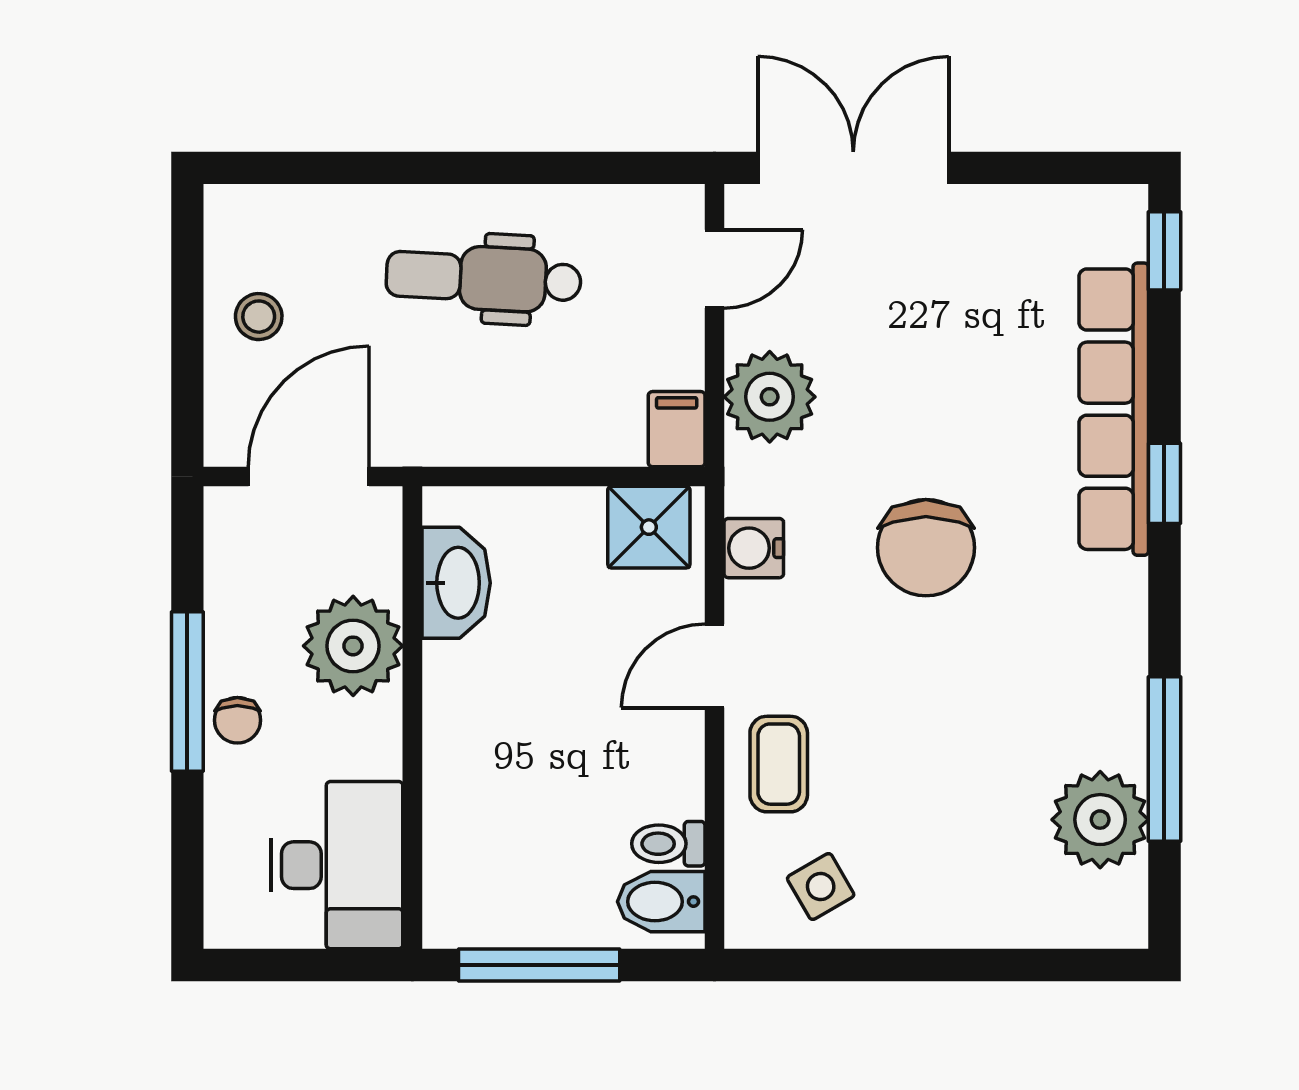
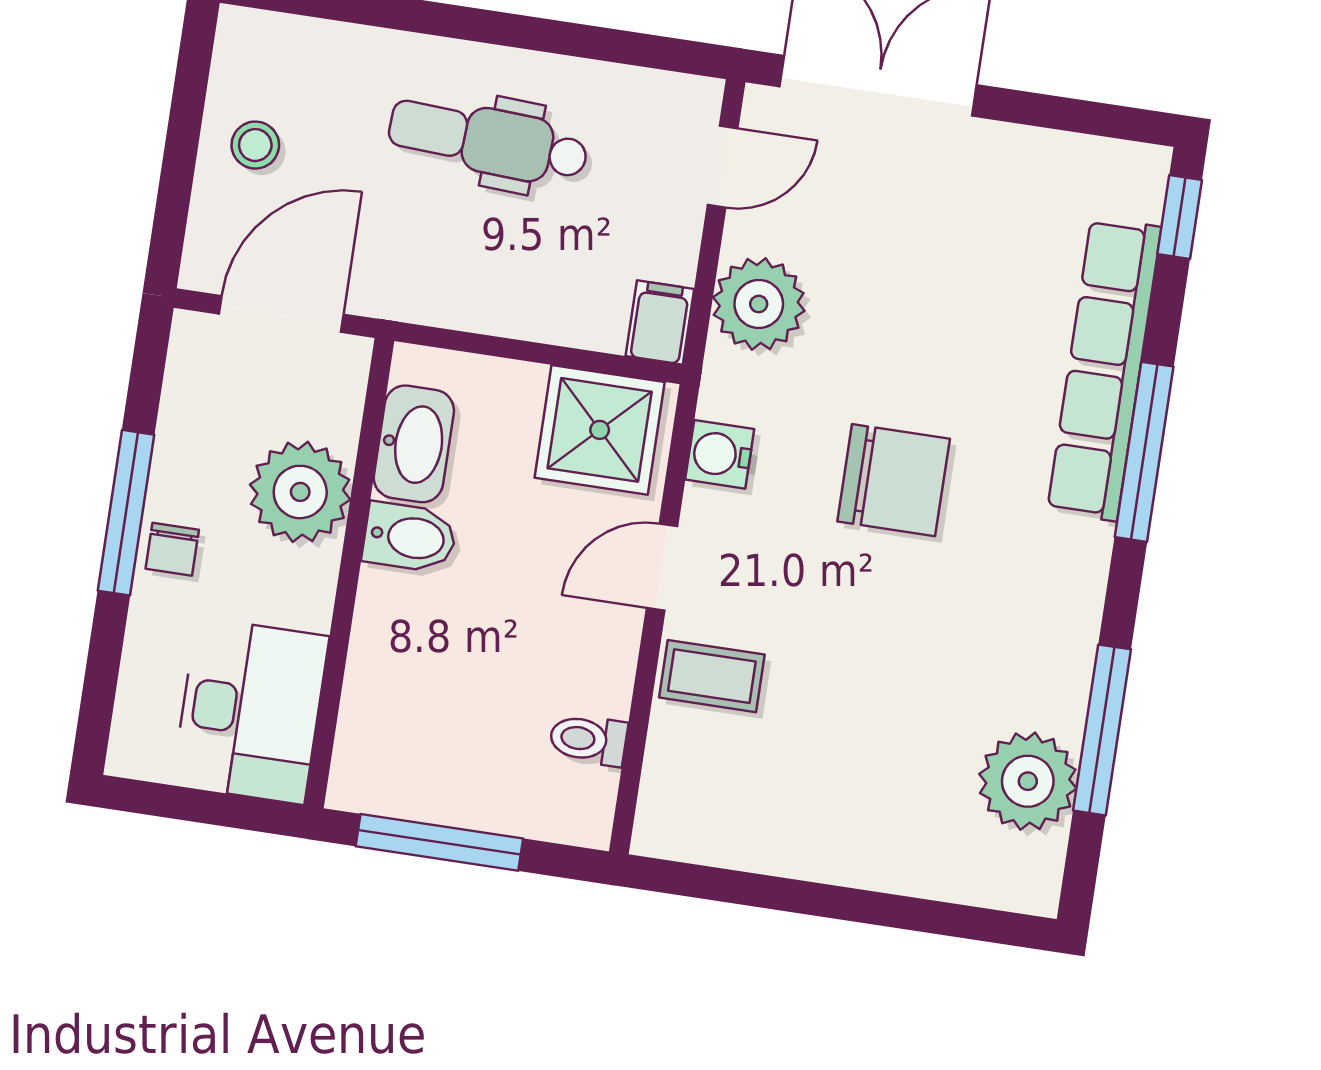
window: (1164, 483) -> (1144, 452), width x2.17
shower: (649, 527) -> (600, 430), width x1.36, depth x1.36
chair: (926, 548) -> (894, 480), turned -90
coffee table: (779, 764) -> (712, 676), turned 90
side table: (821, 887) -> (735, 806), removed
bidet: (661, 902) -> (410, 537), moved, turned 180

